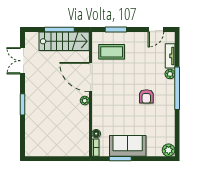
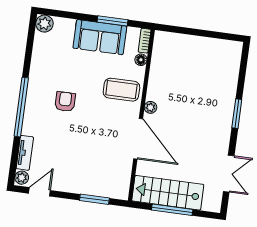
coffee table: (112, 52) -> (121, 90), moved
plant: (170, 74) -> (22, 178), moved

